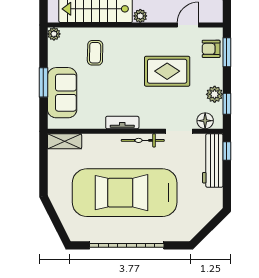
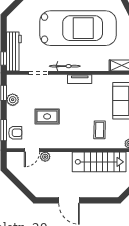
plant: (140, 16) -> (45, 157), moved
rug: (167, 71) -> (47, 116), width x0.73, depth x0.70
floor lamp: (205, 121) -> (19, 80), removed

